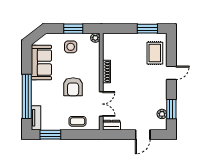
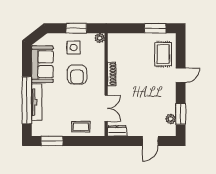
armchair: (73, 87) -> (77, 75), moved
tv unit: (36, 118) -> (37, 102), moved, width x1.41

